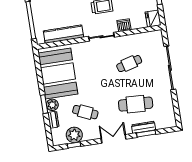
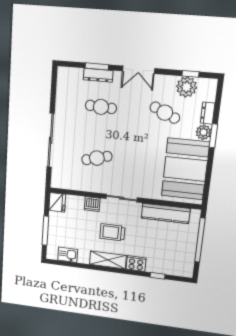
cafe table: (136, 104) -> (101, 107), width x0.73, depth x0.74

